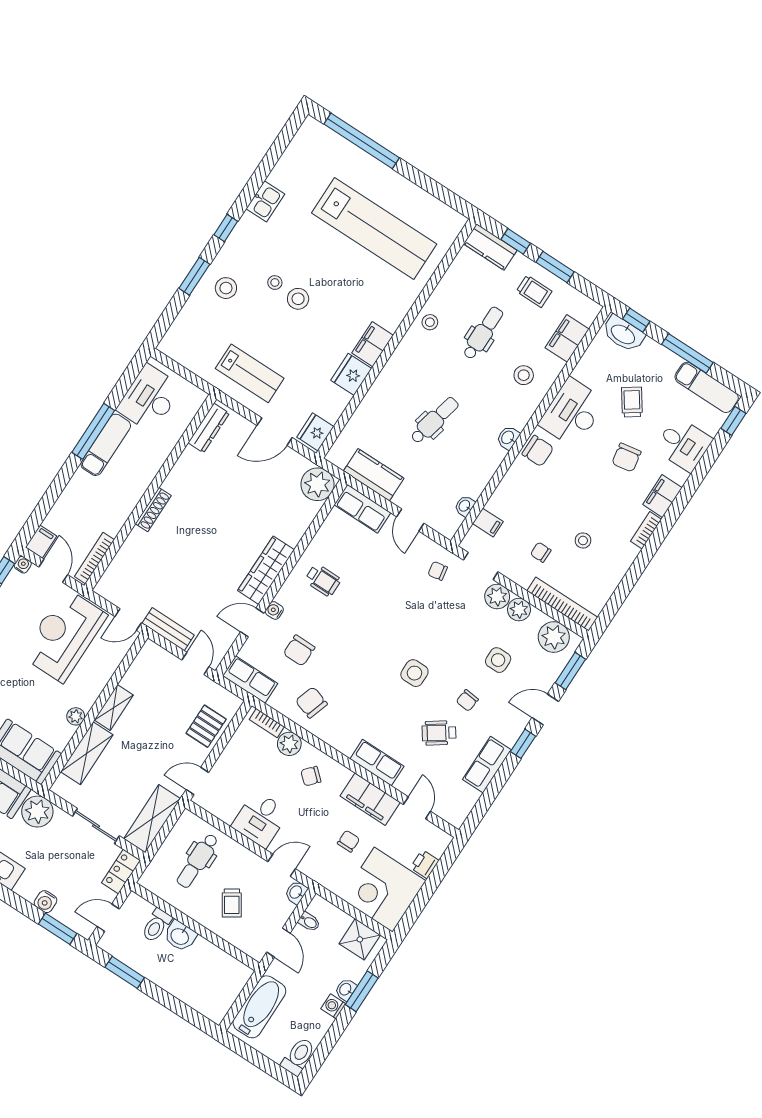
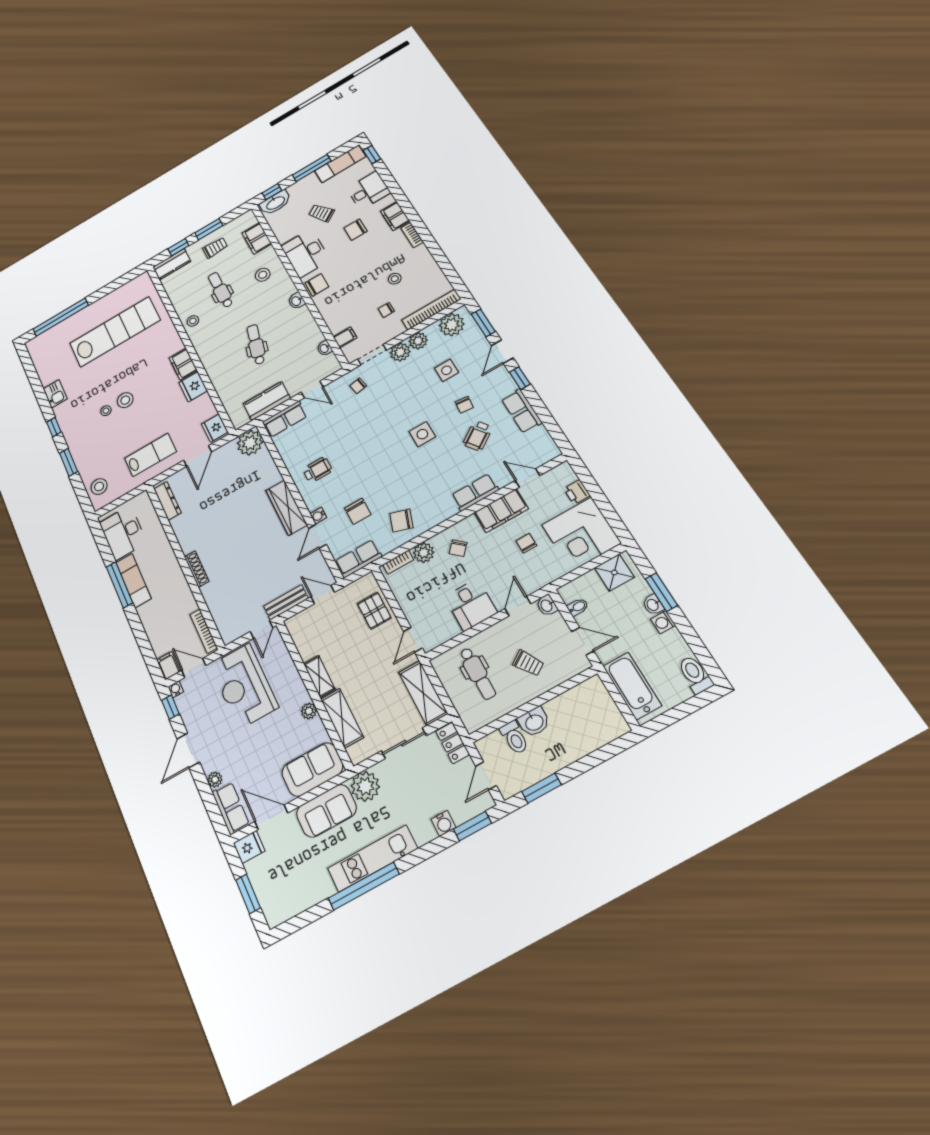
stool: (226, 288) -> (99, 487), moved
chair: (626, 458) -> (356, 230), turned 100

